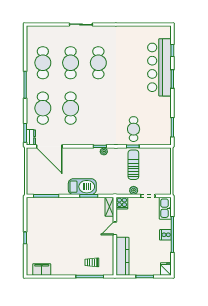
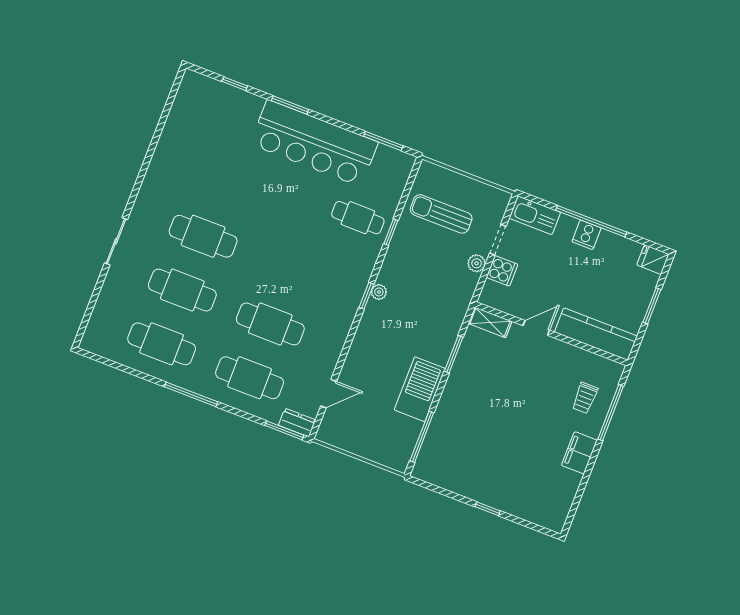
bar counter: (159, 67) -> (314, 143), moved
door: (49, 146) -> (329, 394), width x0.53
sun lounger: (133, 165) -> (441, 214), moved
barbecue: (82, 187) -> (420, 389), moved
cooker: (122, 203) -> (502, 271), moved
door: (115, 228) -> (536, 328), swing flipped
filing cabinet: (42, 269) -> (579, 453), moved

